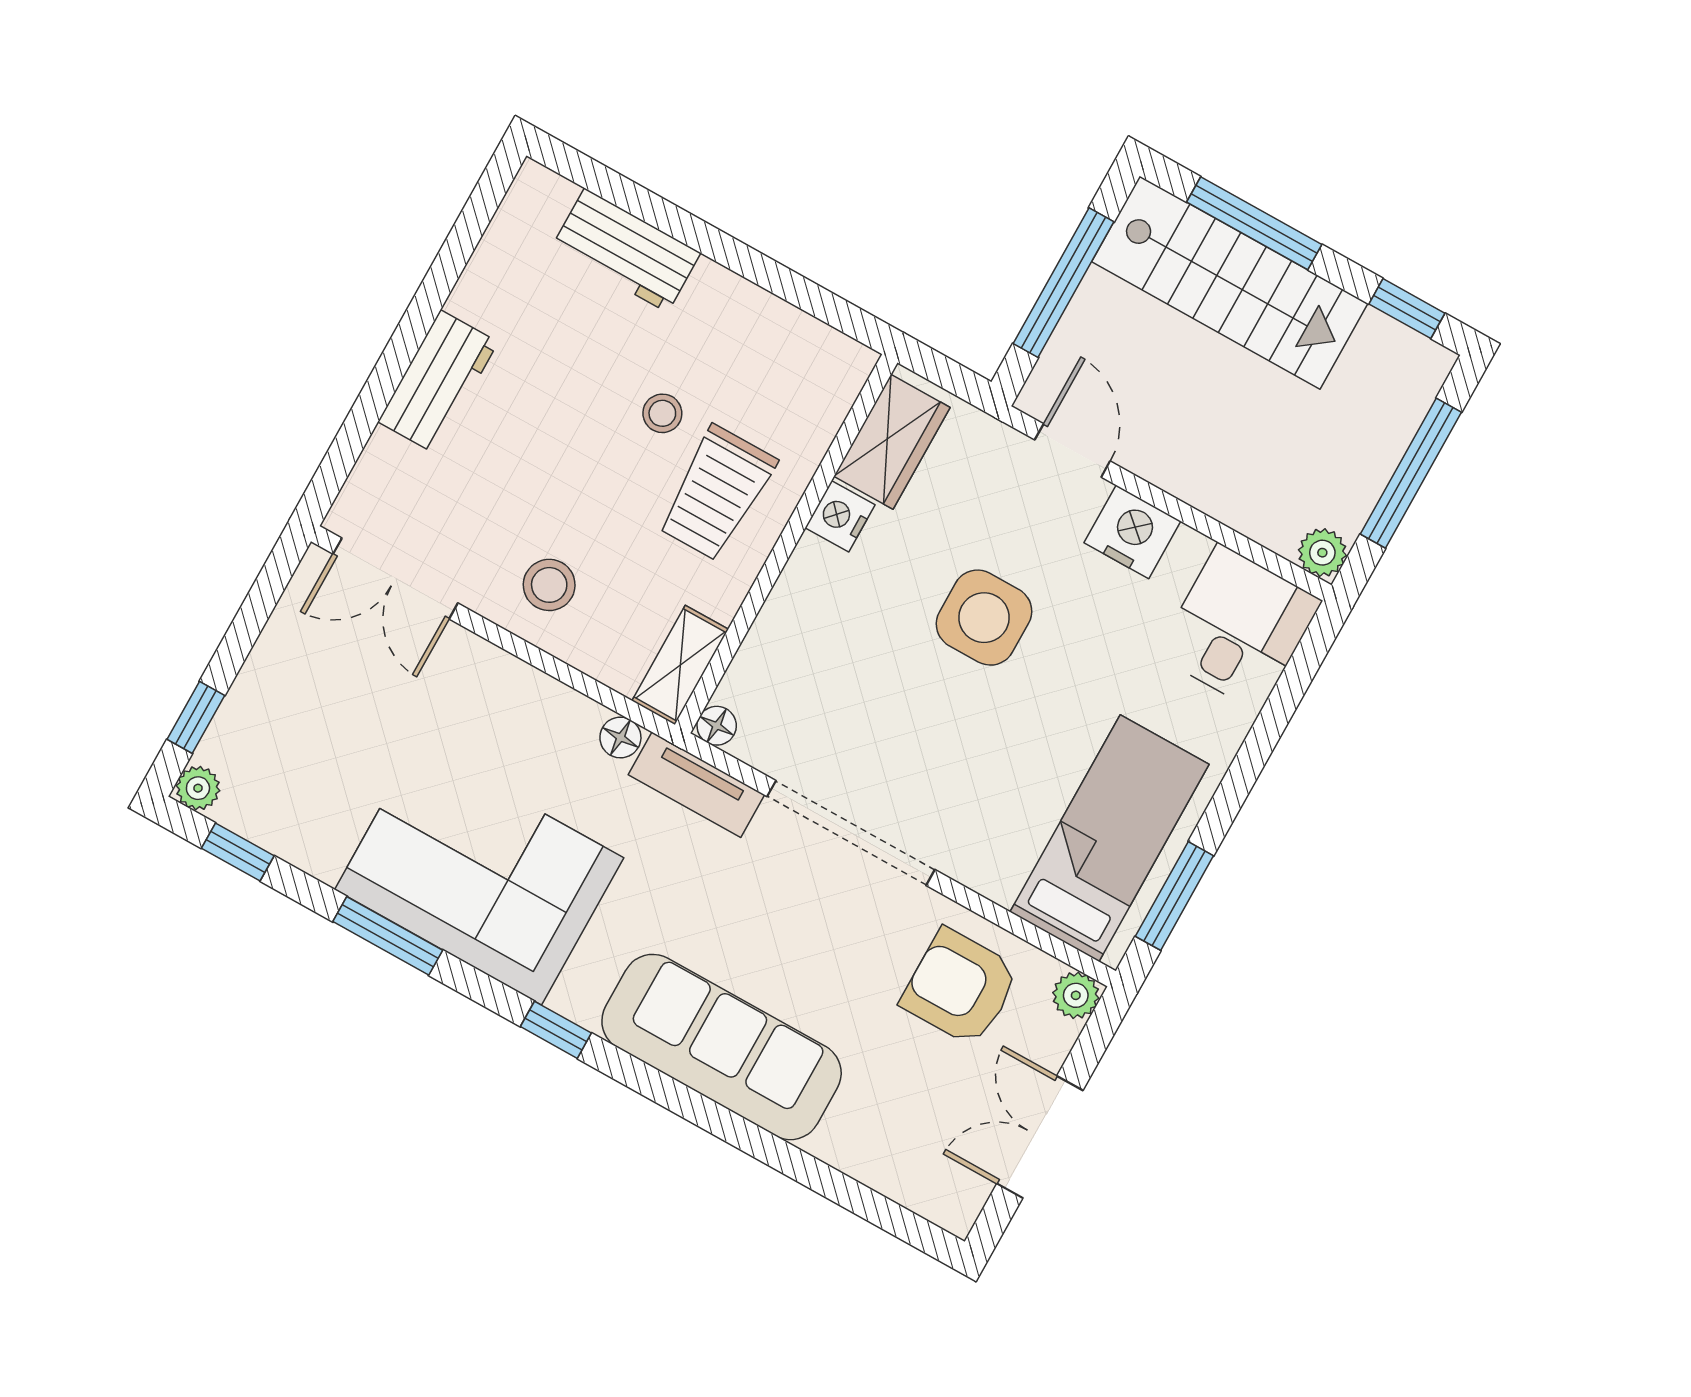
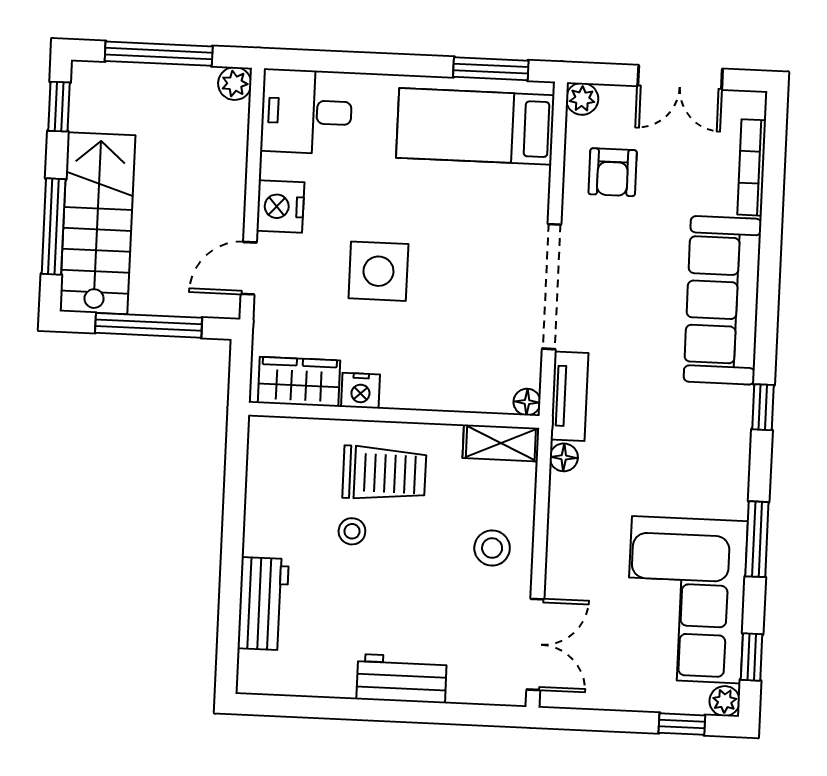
corner sofa: (479, 874) -> (686, 600), moved
armchair: (960, 987) -> (613, 172), width x0.72, depth x0.72
bookcase: (876, 1172) -> (752, 167), added

